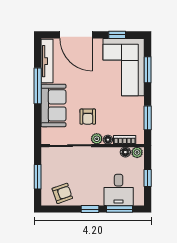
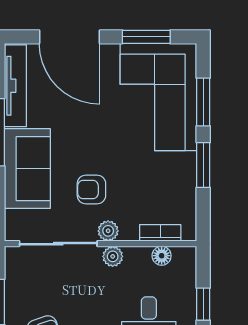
window: (117, 35) -> (146, 37), width x1.50
armchair: (88, 117) -> (91, 189), turned 90
window: (148, 118) -> (203, 165), moved
floor lamp: (108, 140) -> (129, 232), removed
plant: (137, 152) -> (113, 256), moved

